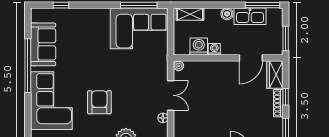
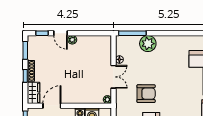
double door: (171, 95) -> (113, 77), swing flipped
armchair: (99, 102) -> (146, 94), moved, turned -90

